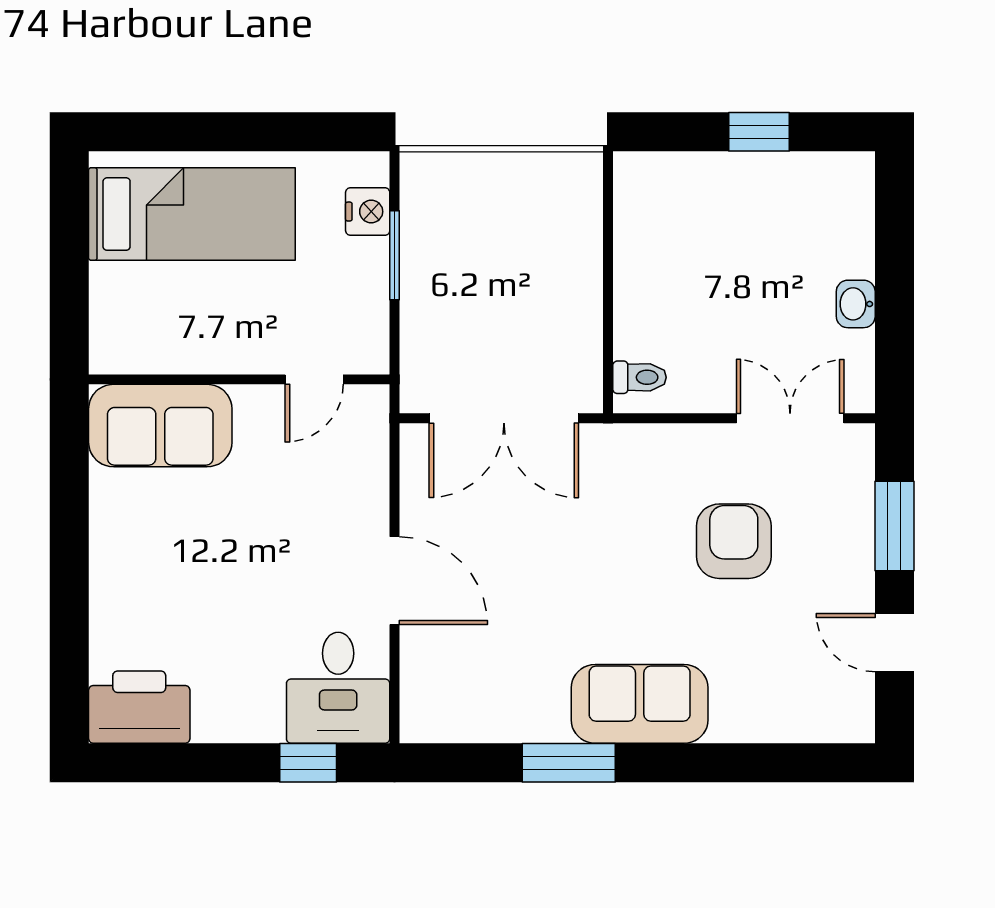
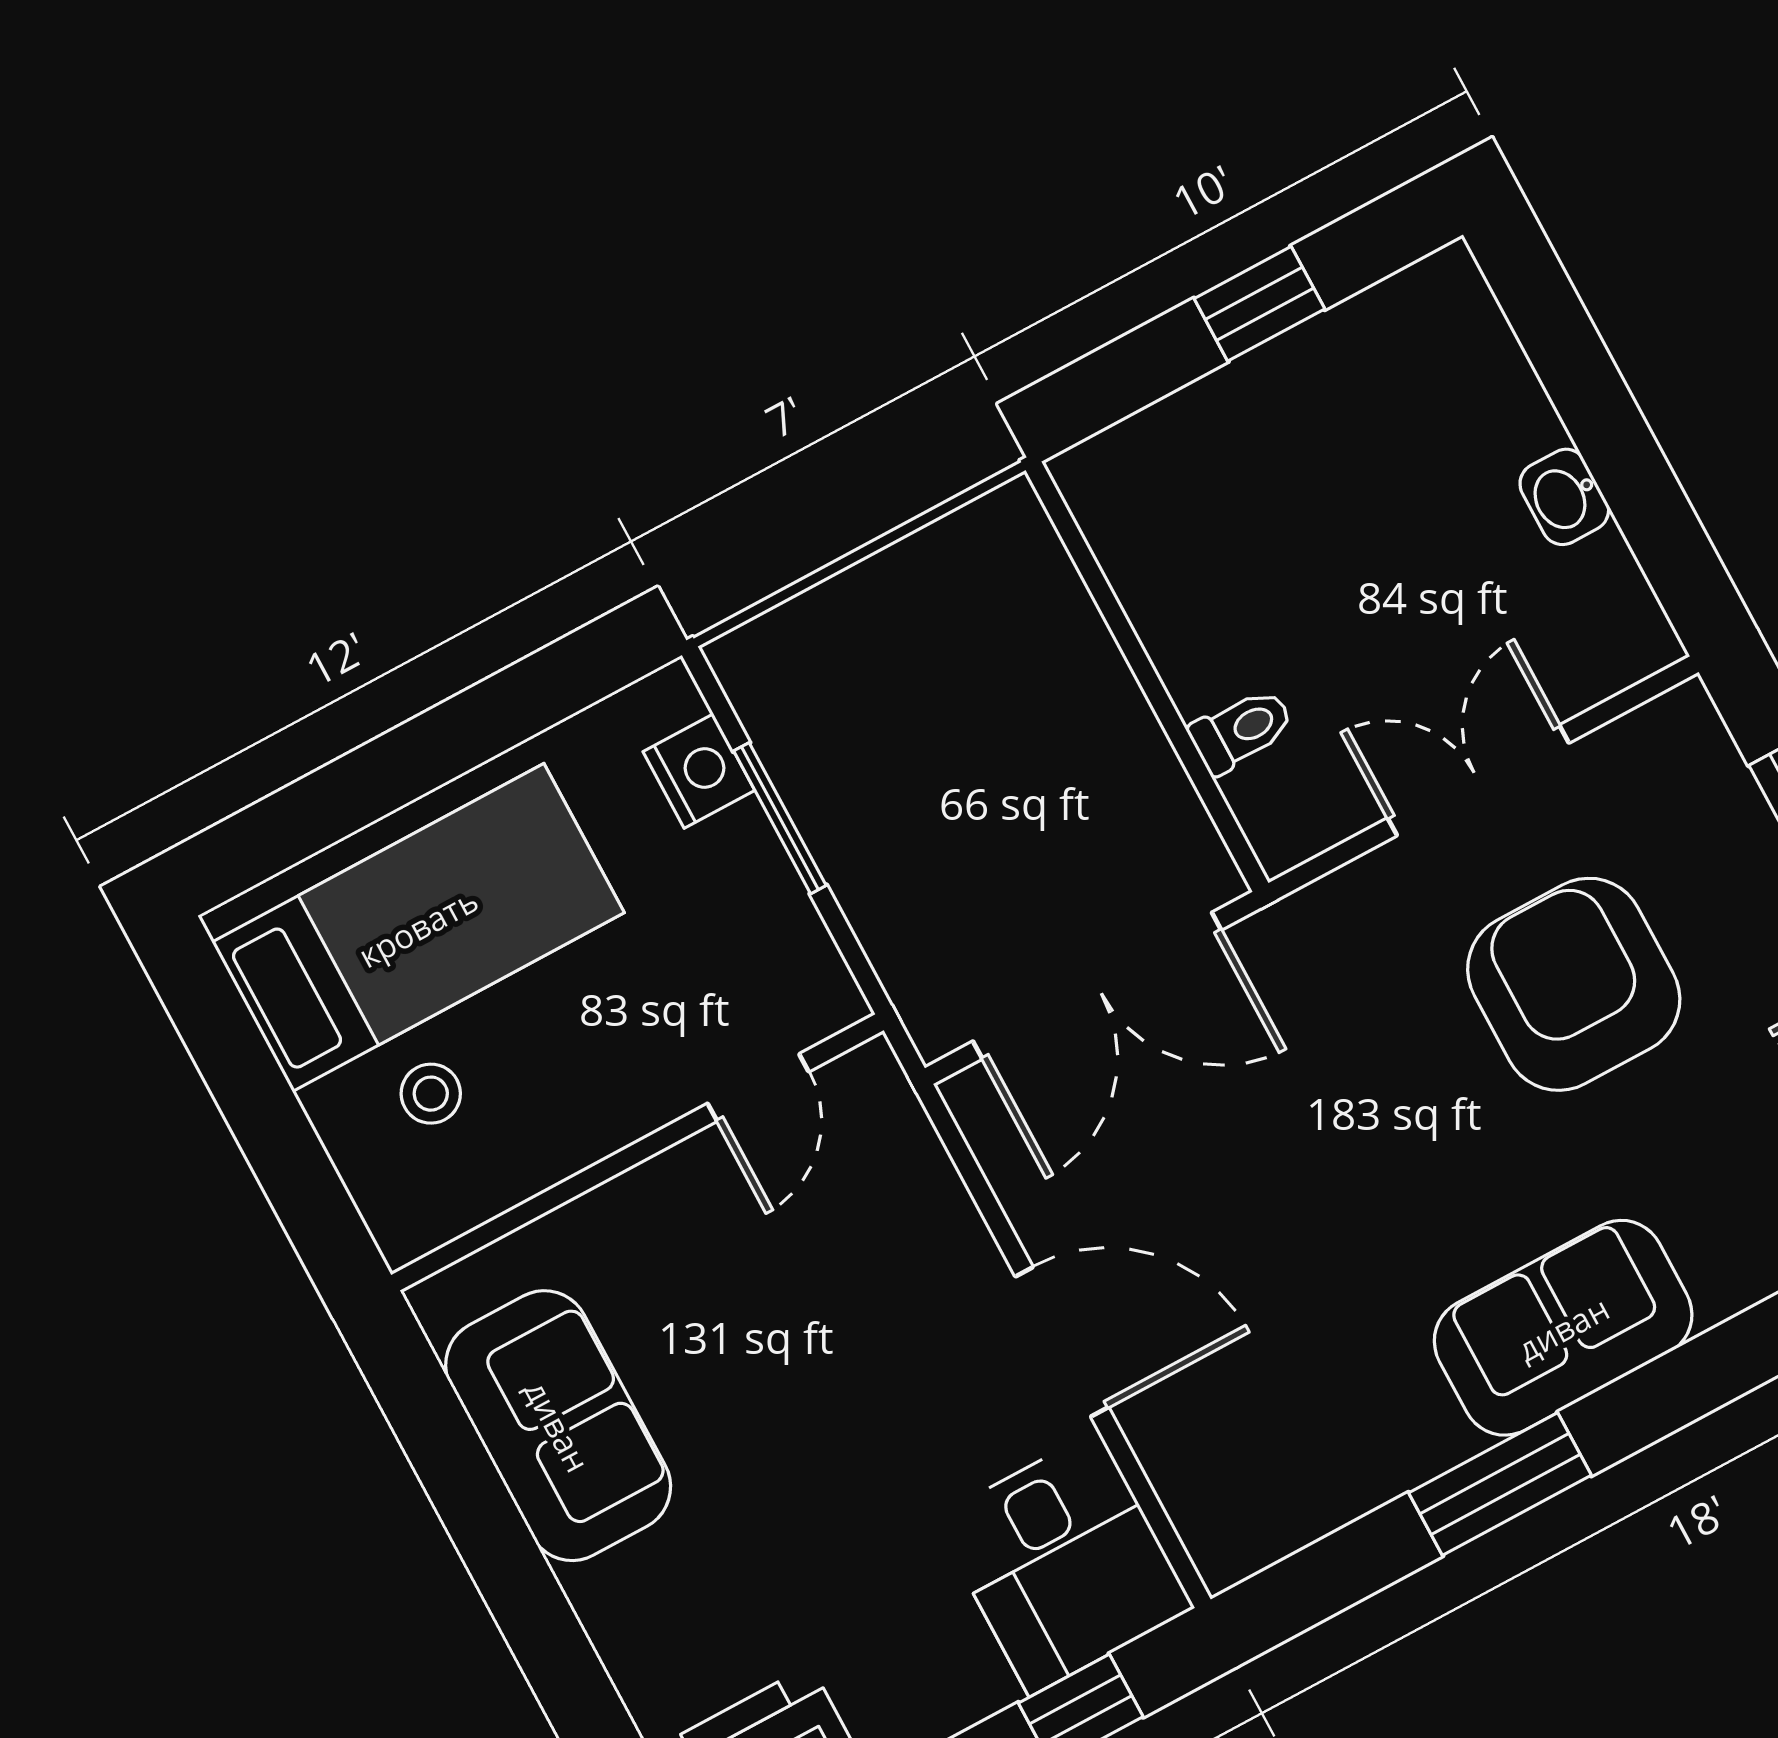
stool: (155, 297) -> (431, 1094), added
toilet: (640, 377) -> (1241, 730), moved
double door: (790, 418) -> (1478, 780), moved
sofa: (160, 426) -> (558, 1426), moved, turned -90
armchair: (734, 541) -> (1574, 984), width x1.36, depth x1.36

